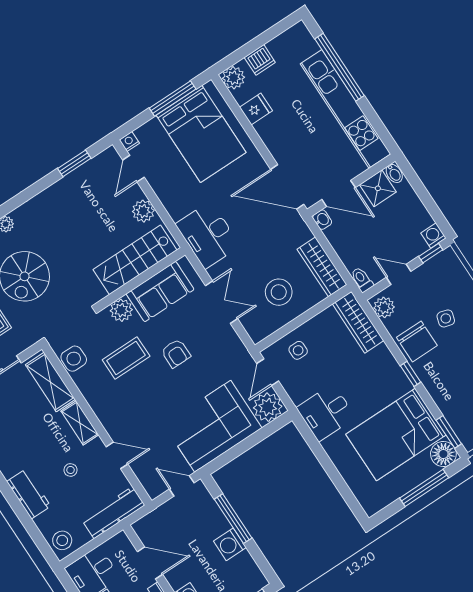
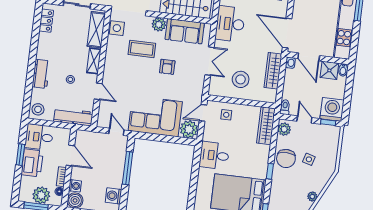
washing machine: (433, 236) -> (332, 109), width x1.89, depth x1.89
wardrobe: (322, 267) -> (273, 71), moved
washing machine: (230, 544) -> (114, 196), moved

